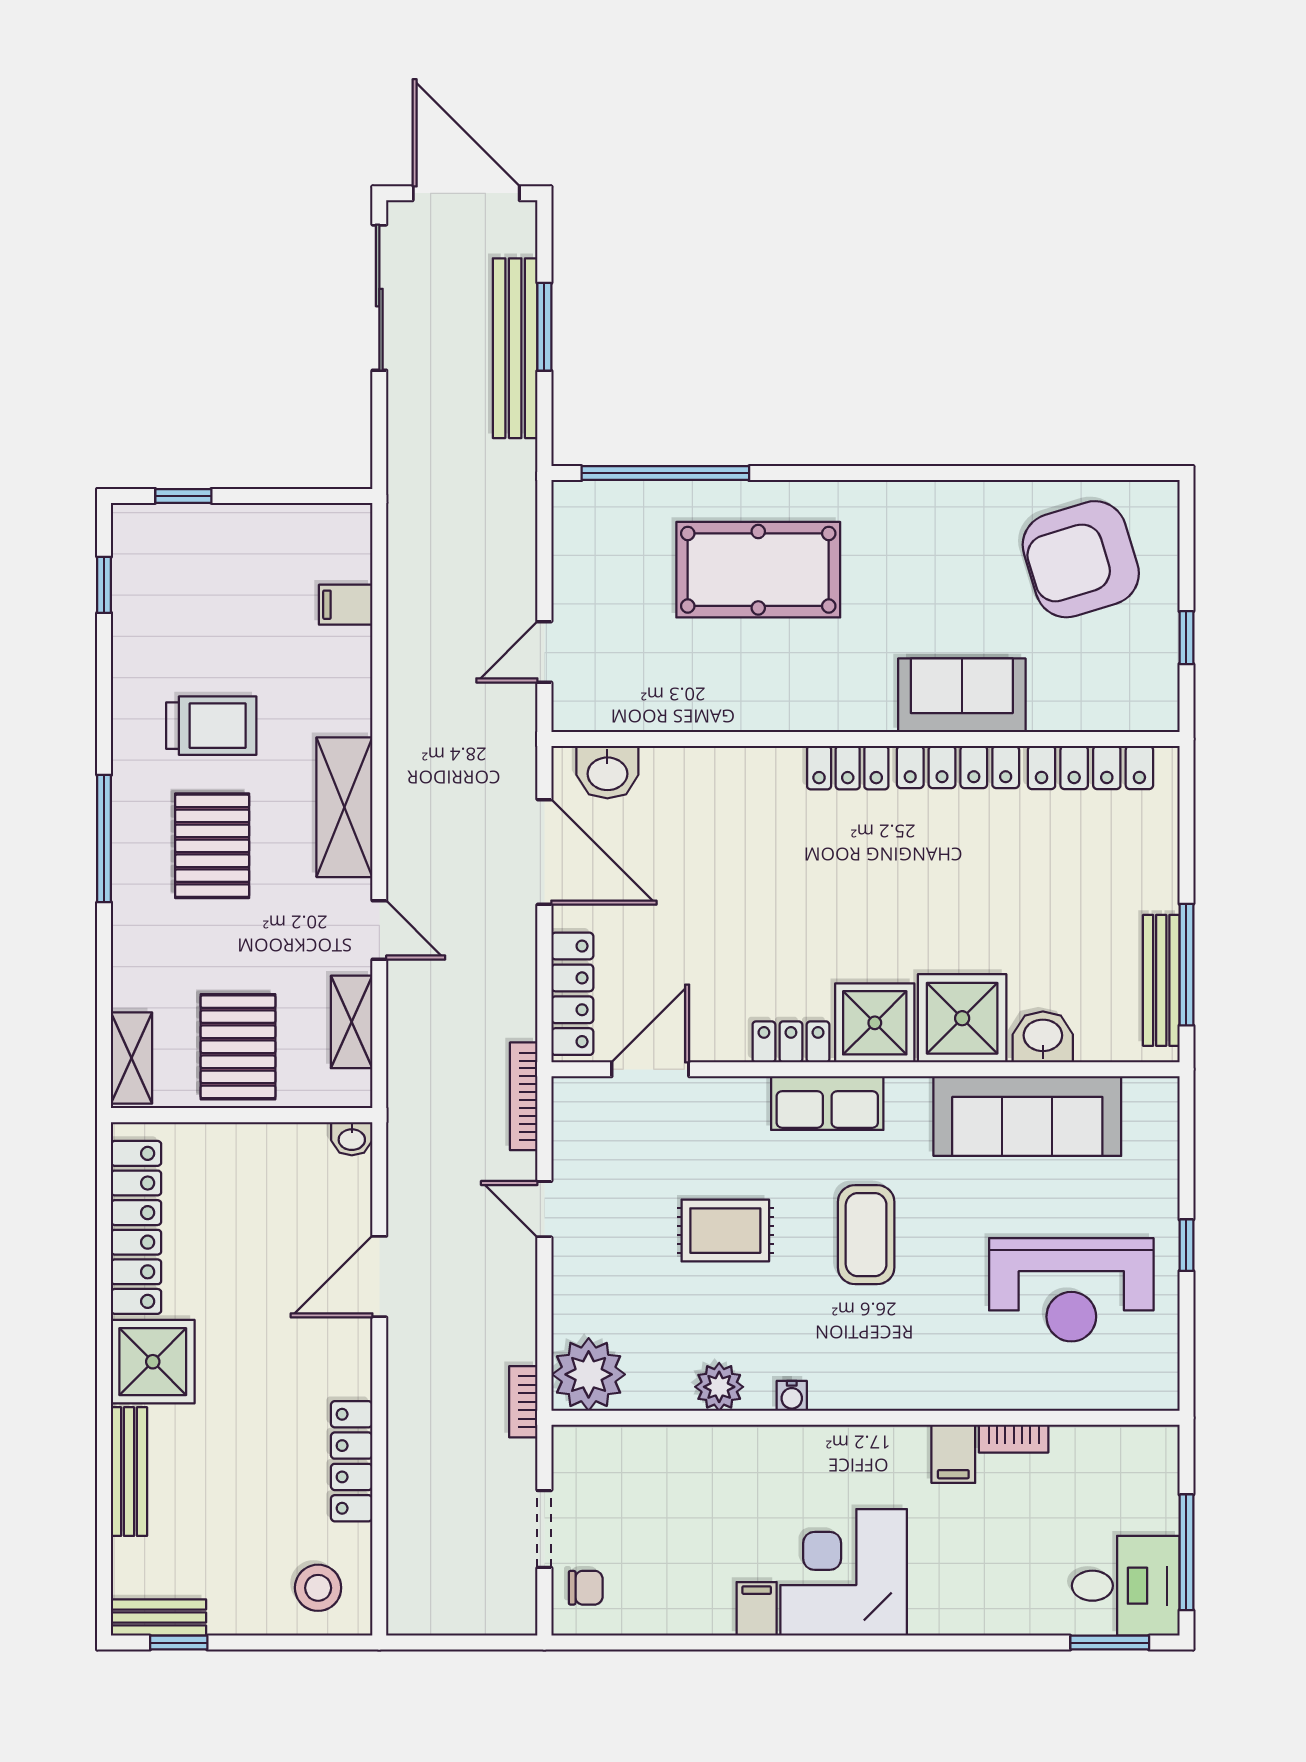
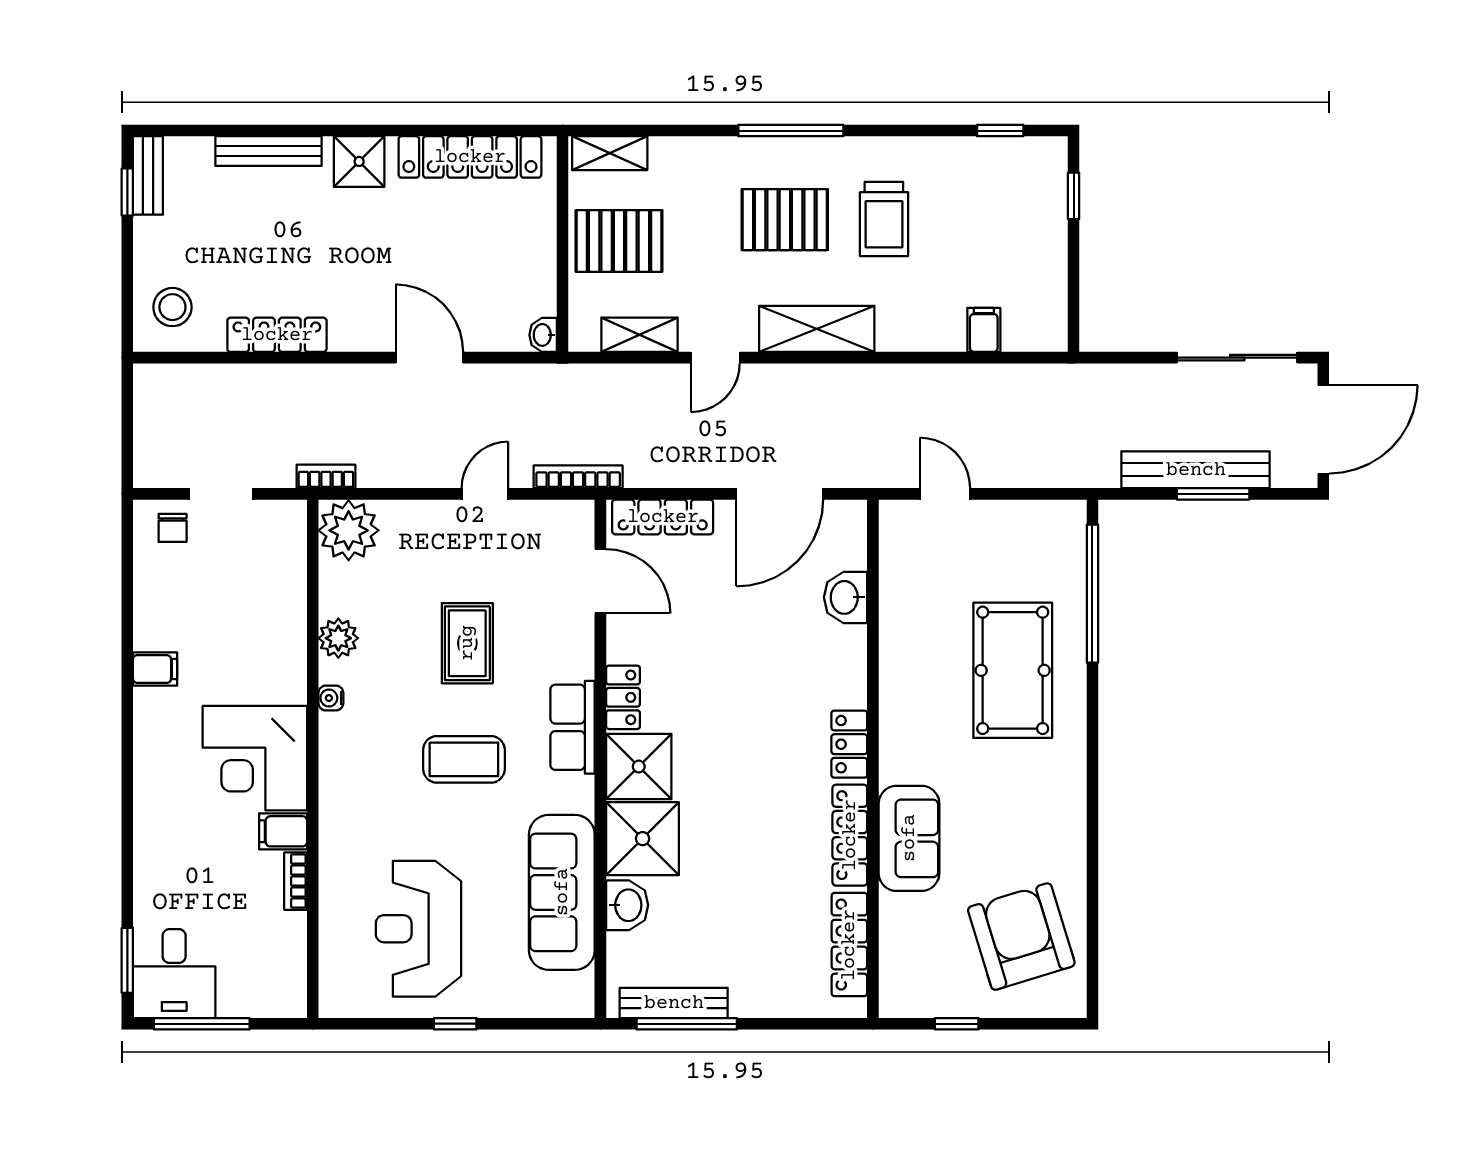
washbasin: (607, 772) -> (846, 597), moved
shower: (153, 1362) -> (359, 161), width x0.73, depth x0.73
corner desk: (844, 1572) -> (255, 758), moved, turned 180

